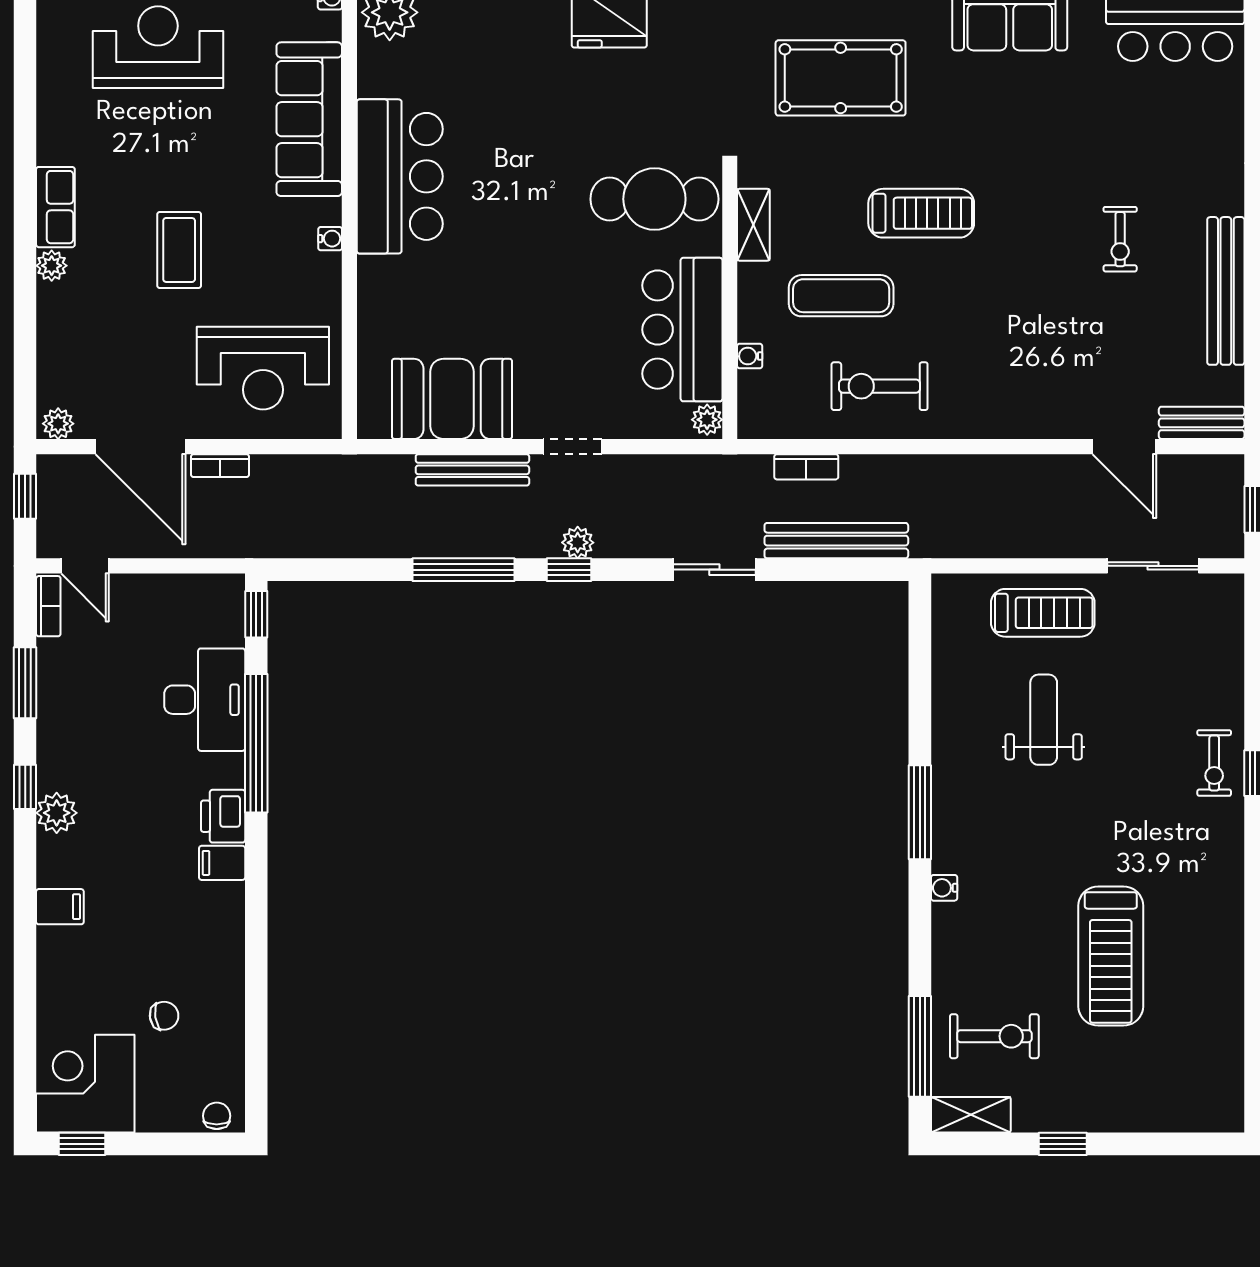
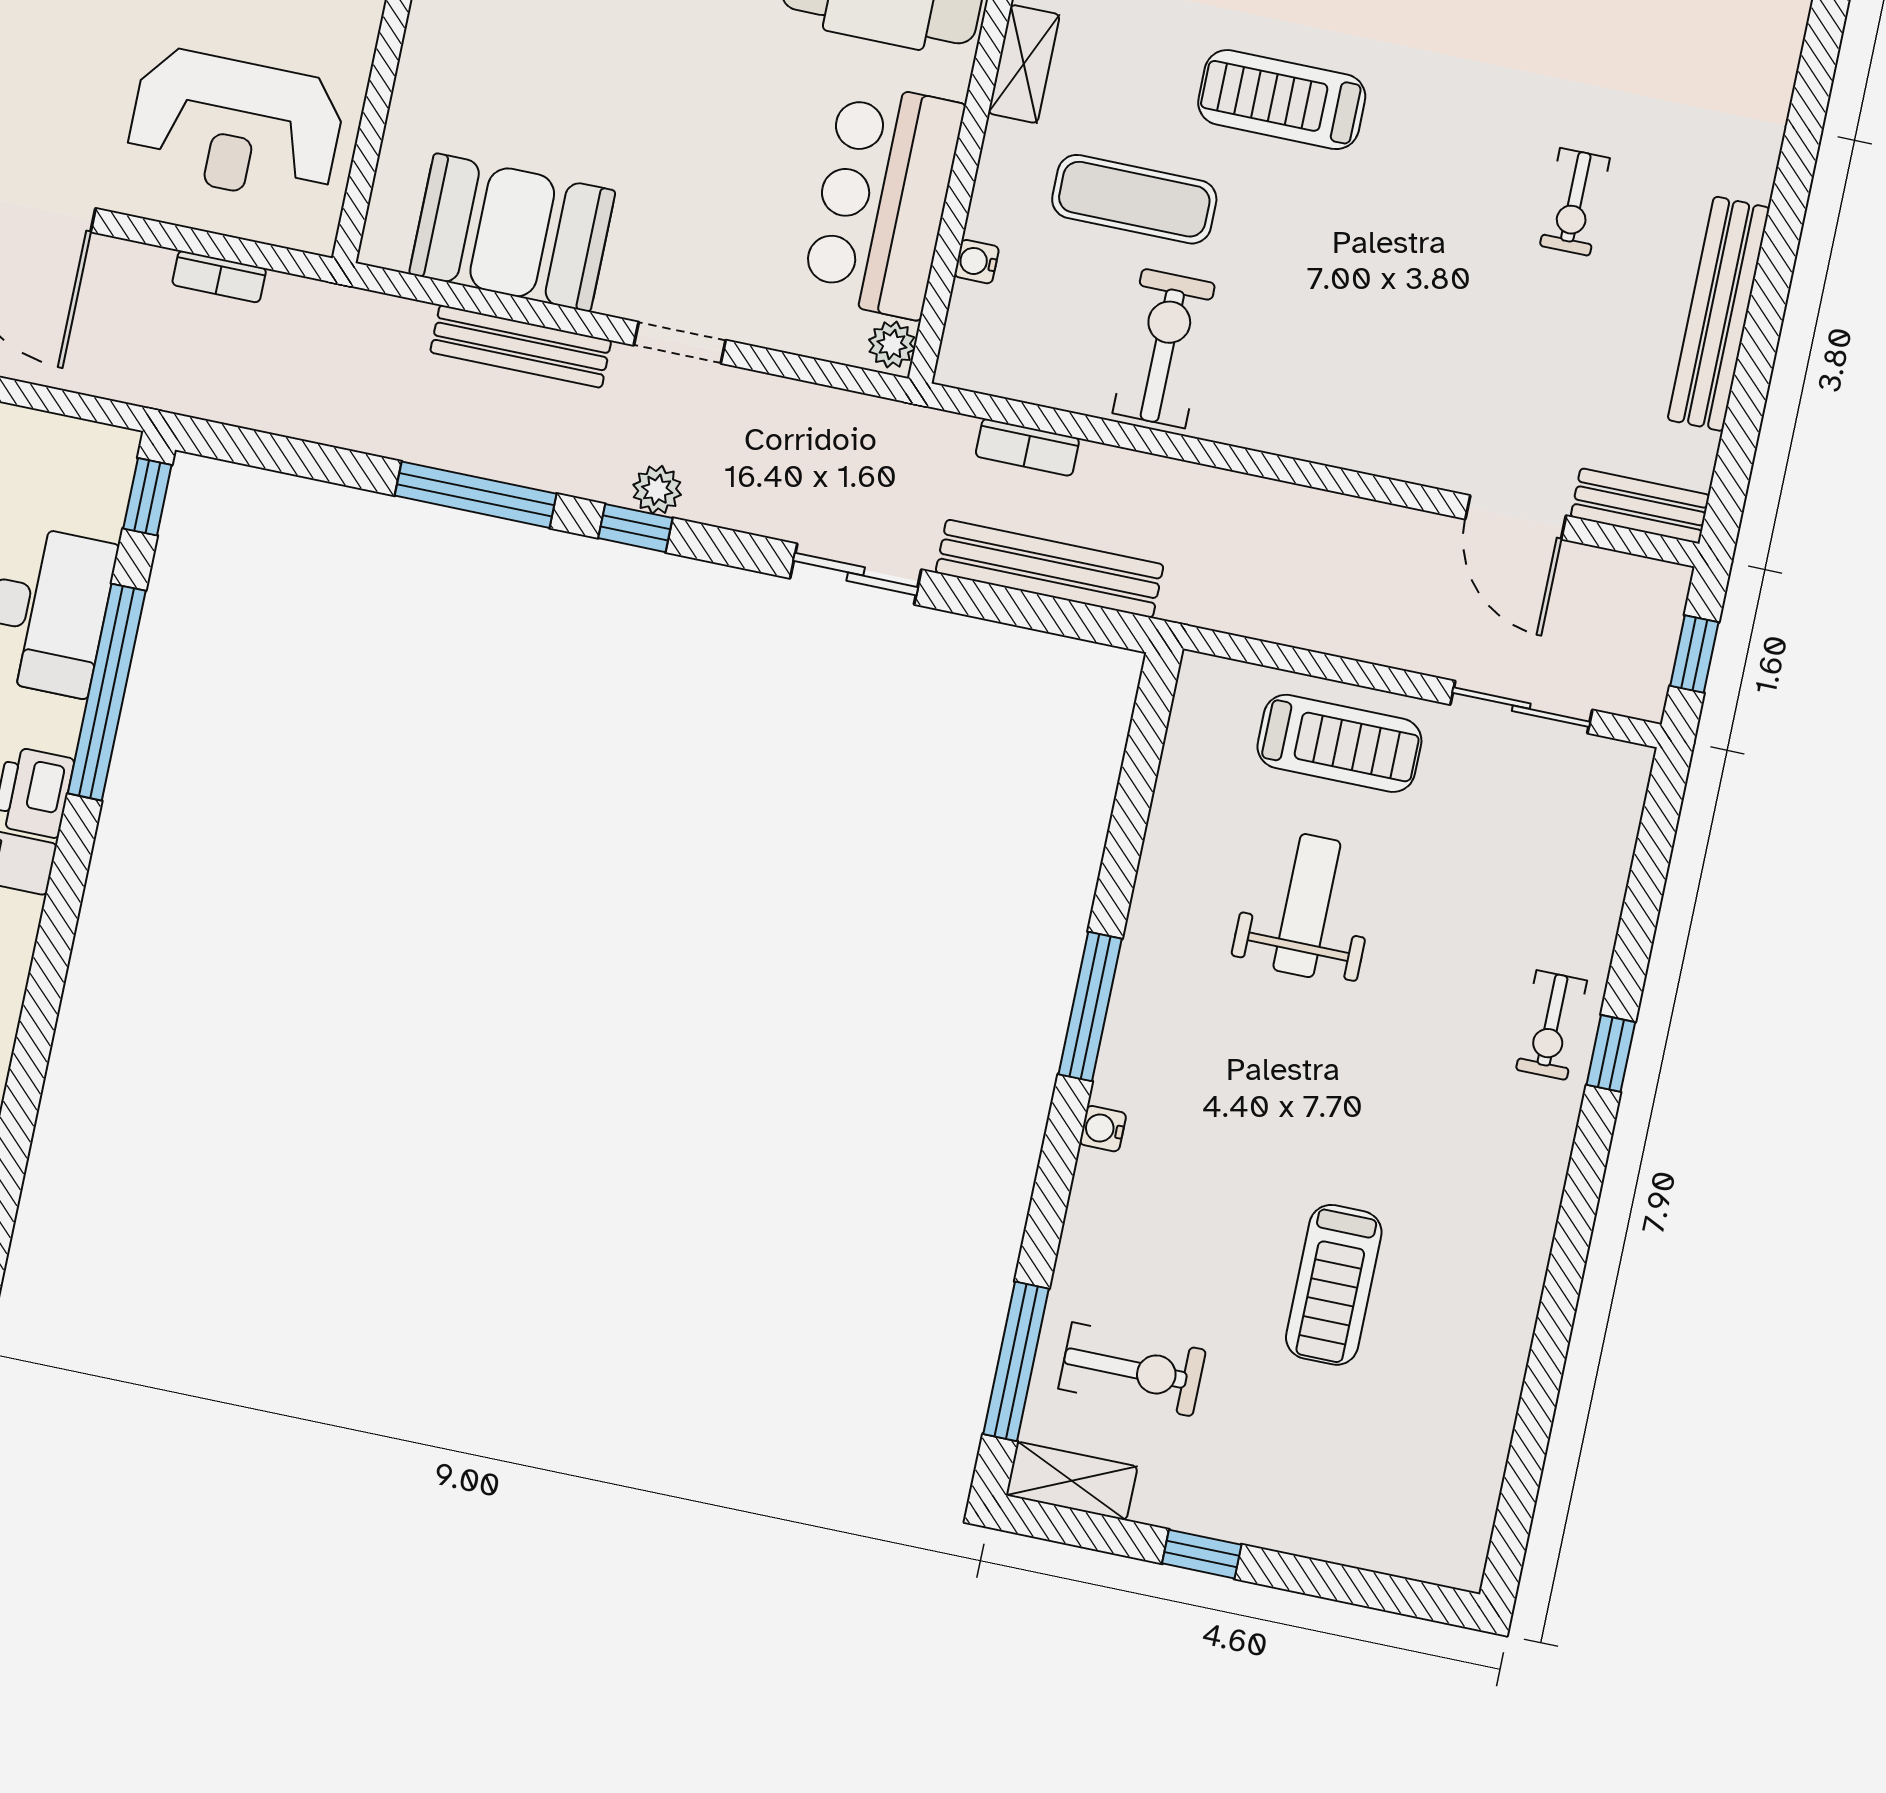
treadmill: (921, 213) -> (1282, 100), turned 180
exercise bike: (879, 386) -> (1164, 348), turned 90
bookcase: (220, 466) -> (219, 277), moved
treadmill: (1111, 956) -> (1334, 1285), width x0.73, depth x0.73

